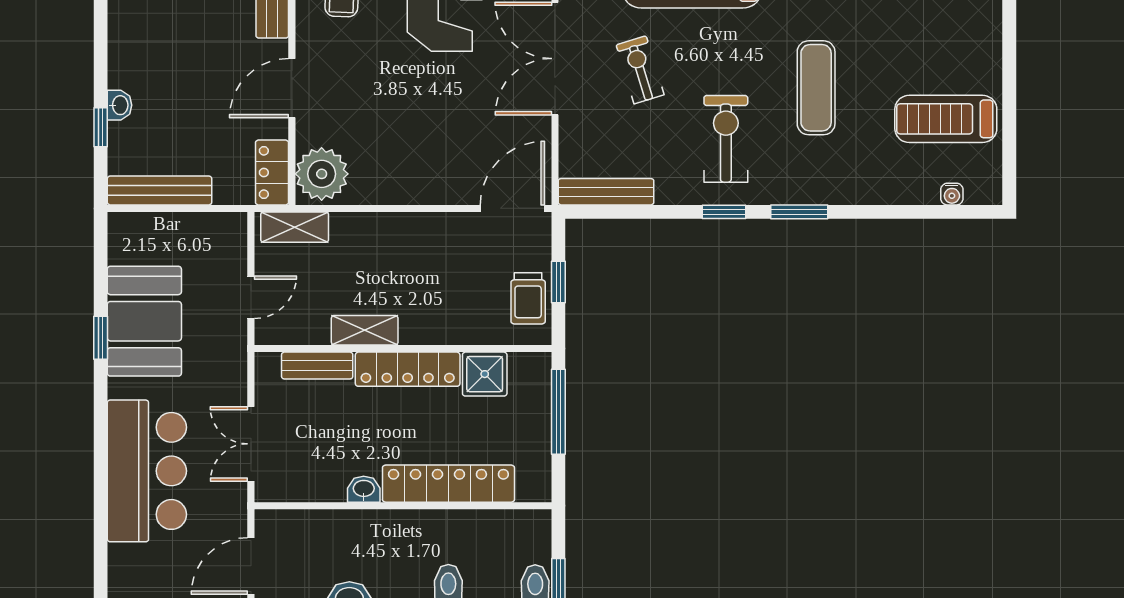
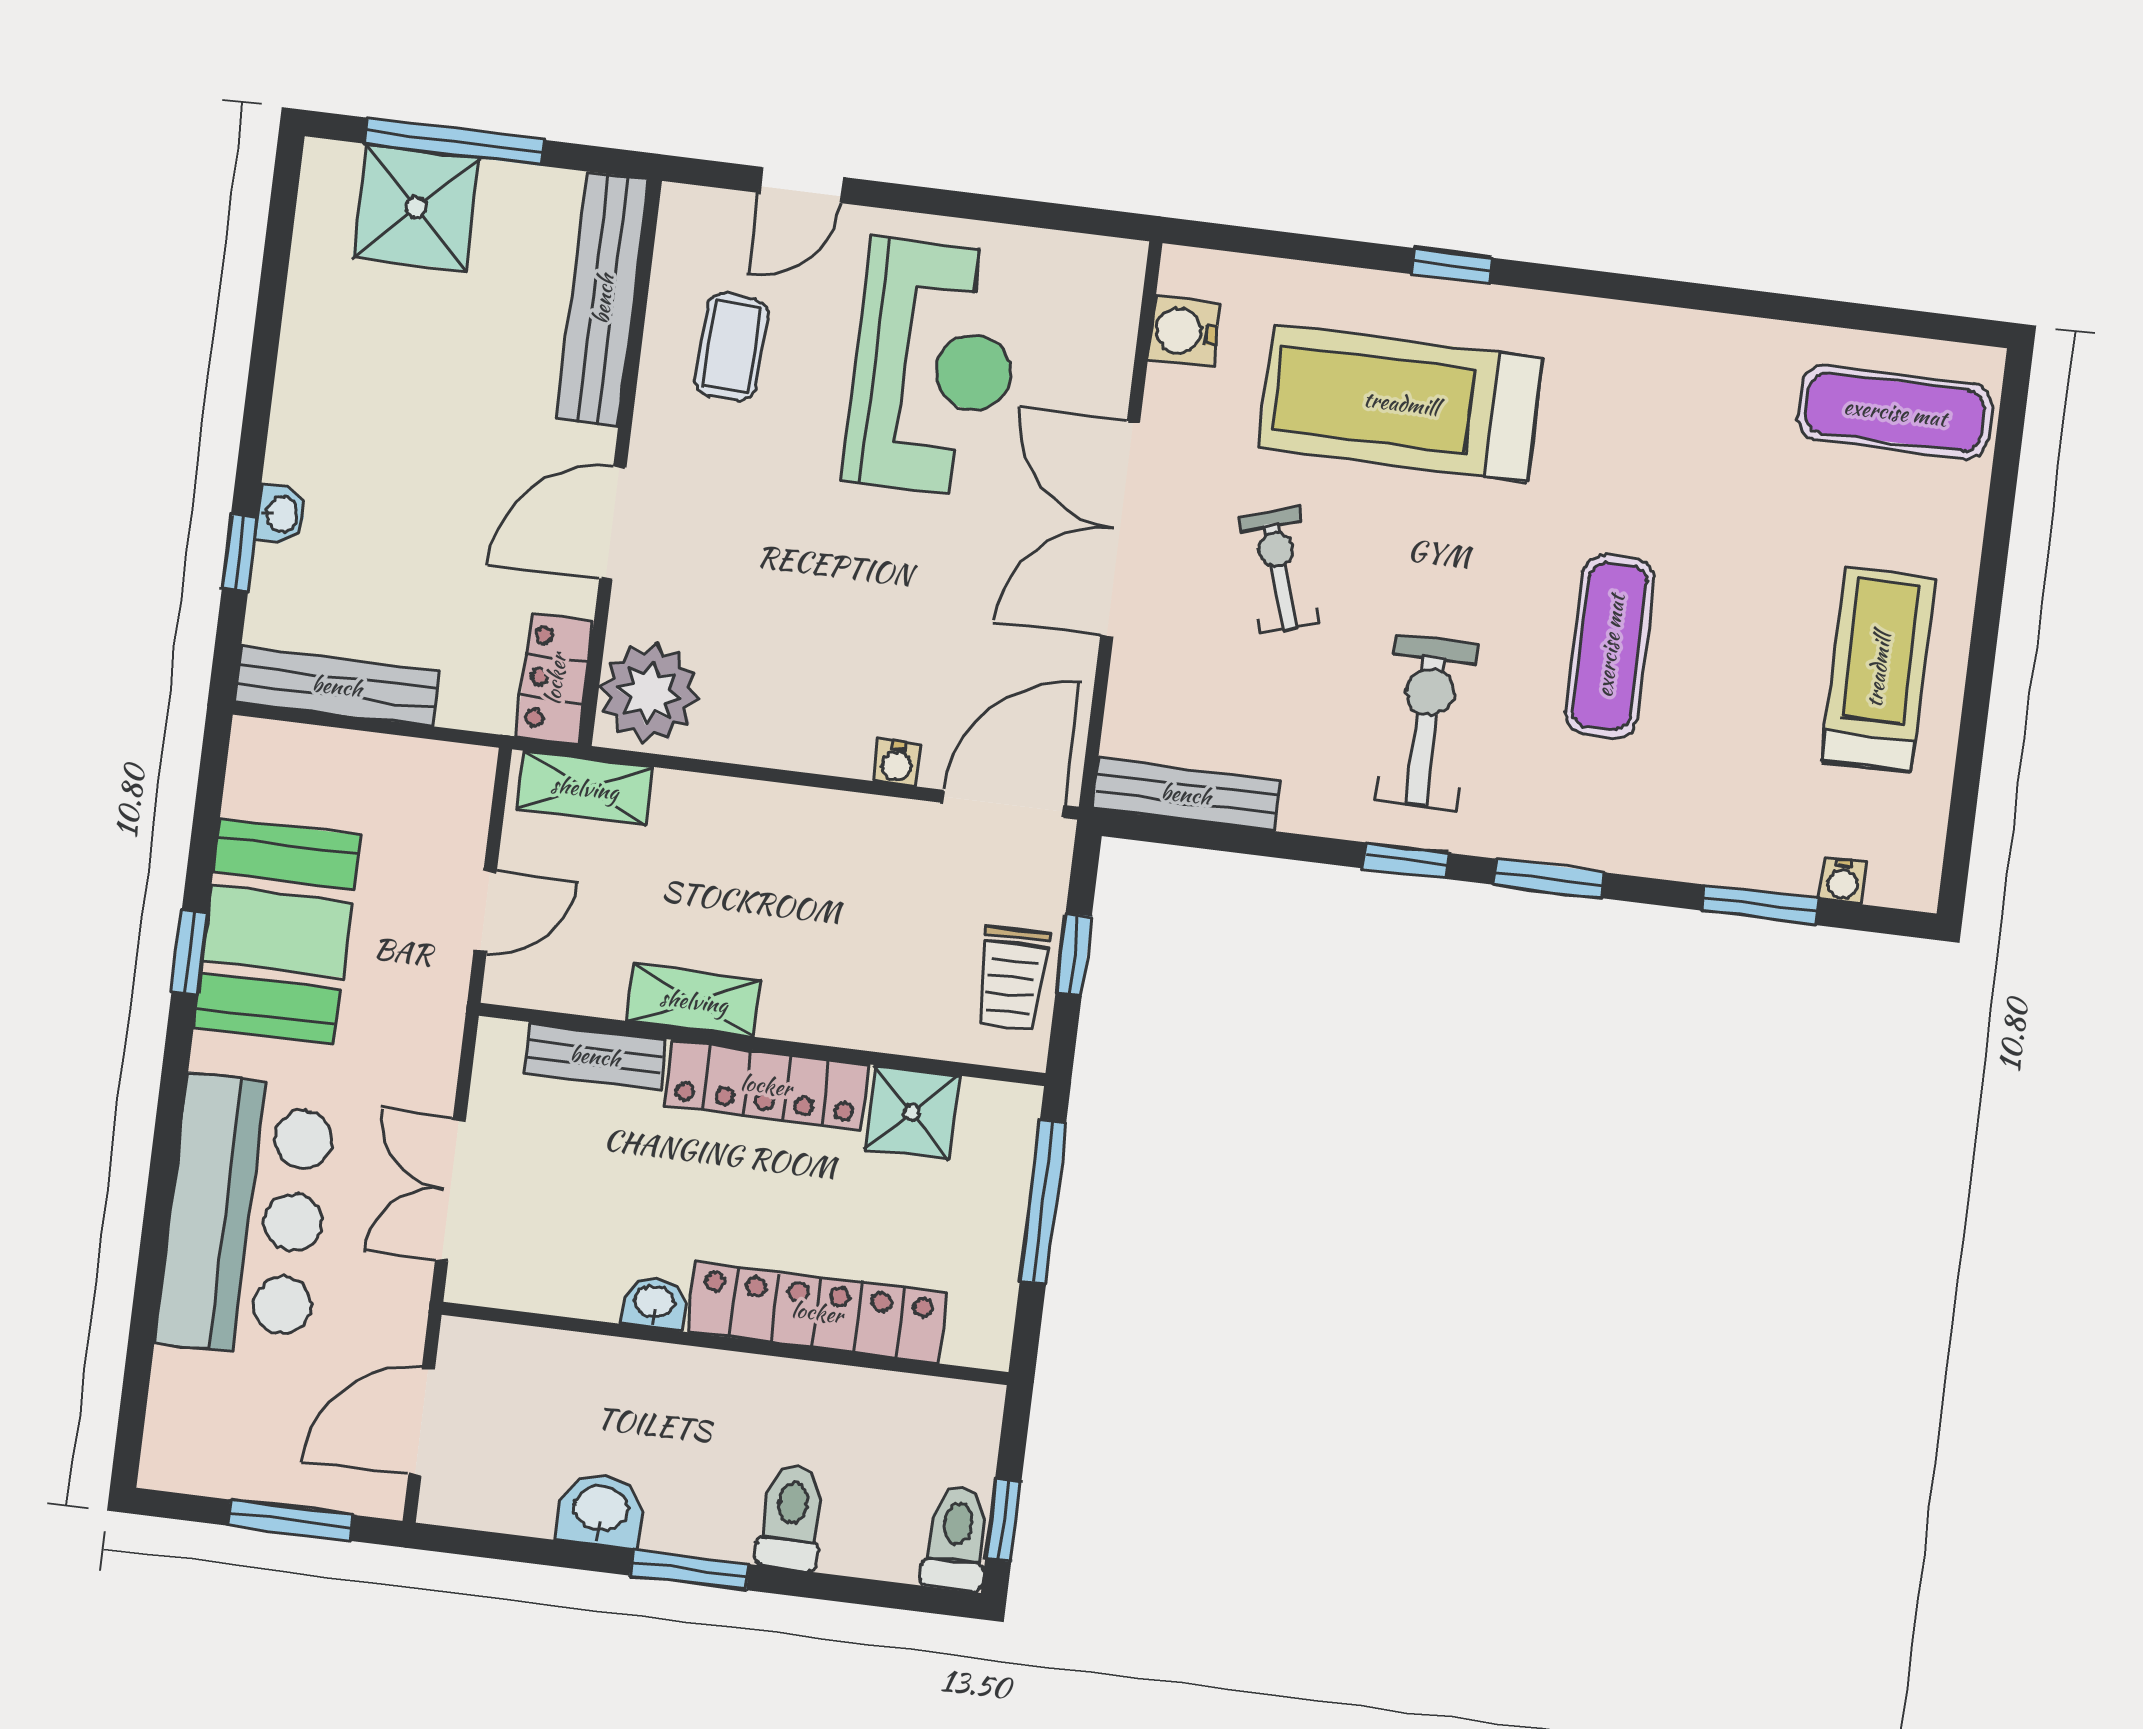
treadmill: (946, 119) -> (1878, 670), moved, turned 90
water cooler: (454, 194) -> (897, 763), added
window: (911, 212) -> (1761, 905), added

